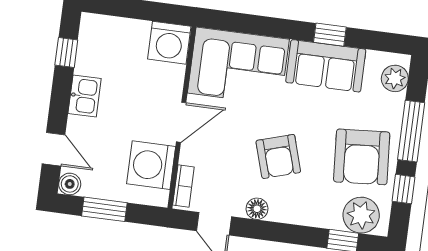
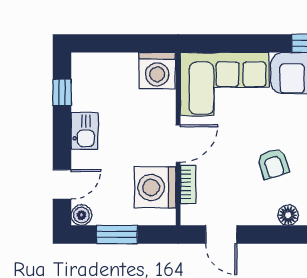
door: (54, 149) -> (62, 184), hinge flipped
armchair: (278, 156) -> (273, 164), width x0.72, depth x0.72
bookcase: (183, 186) -> (188, 184), moved
floor lamp: (257, 209) -> (288, 215), moved

